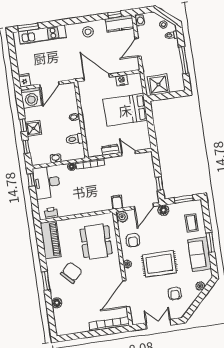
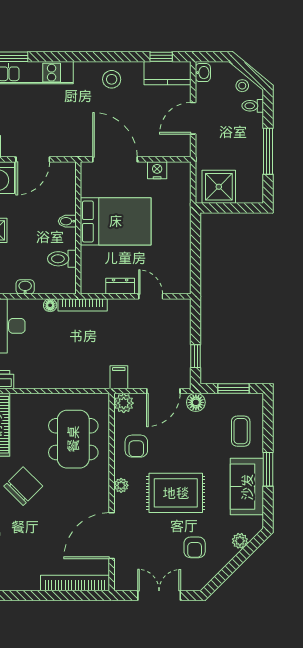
bed: (125, 110) -> (116, 221), moved, turned 180

